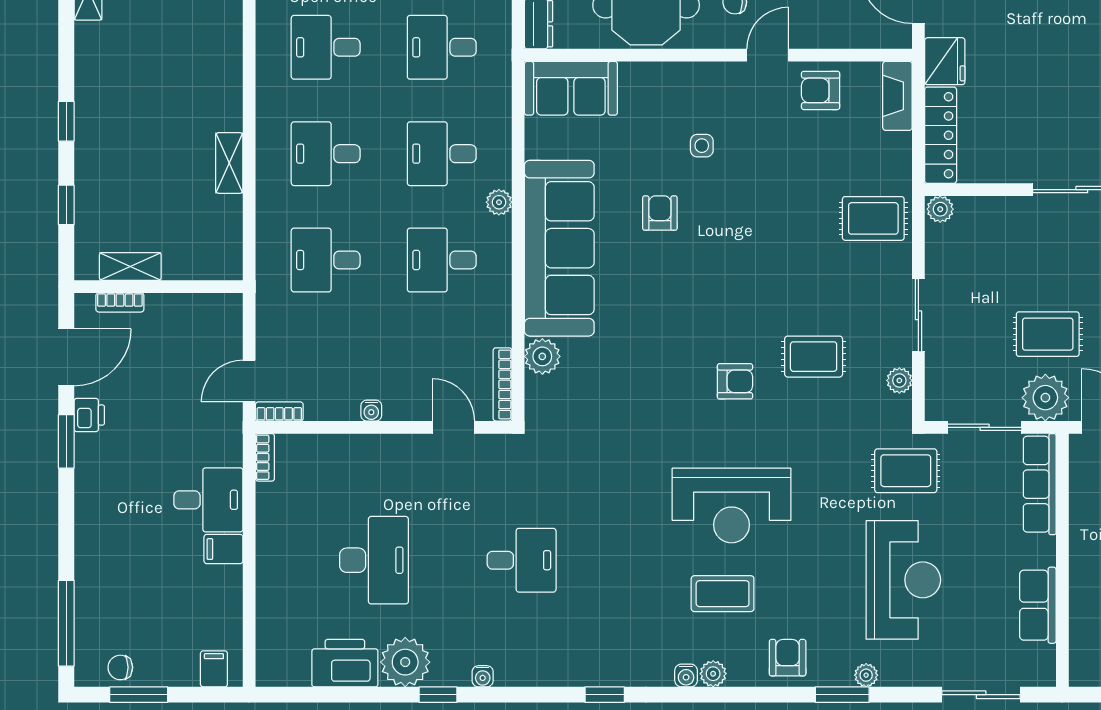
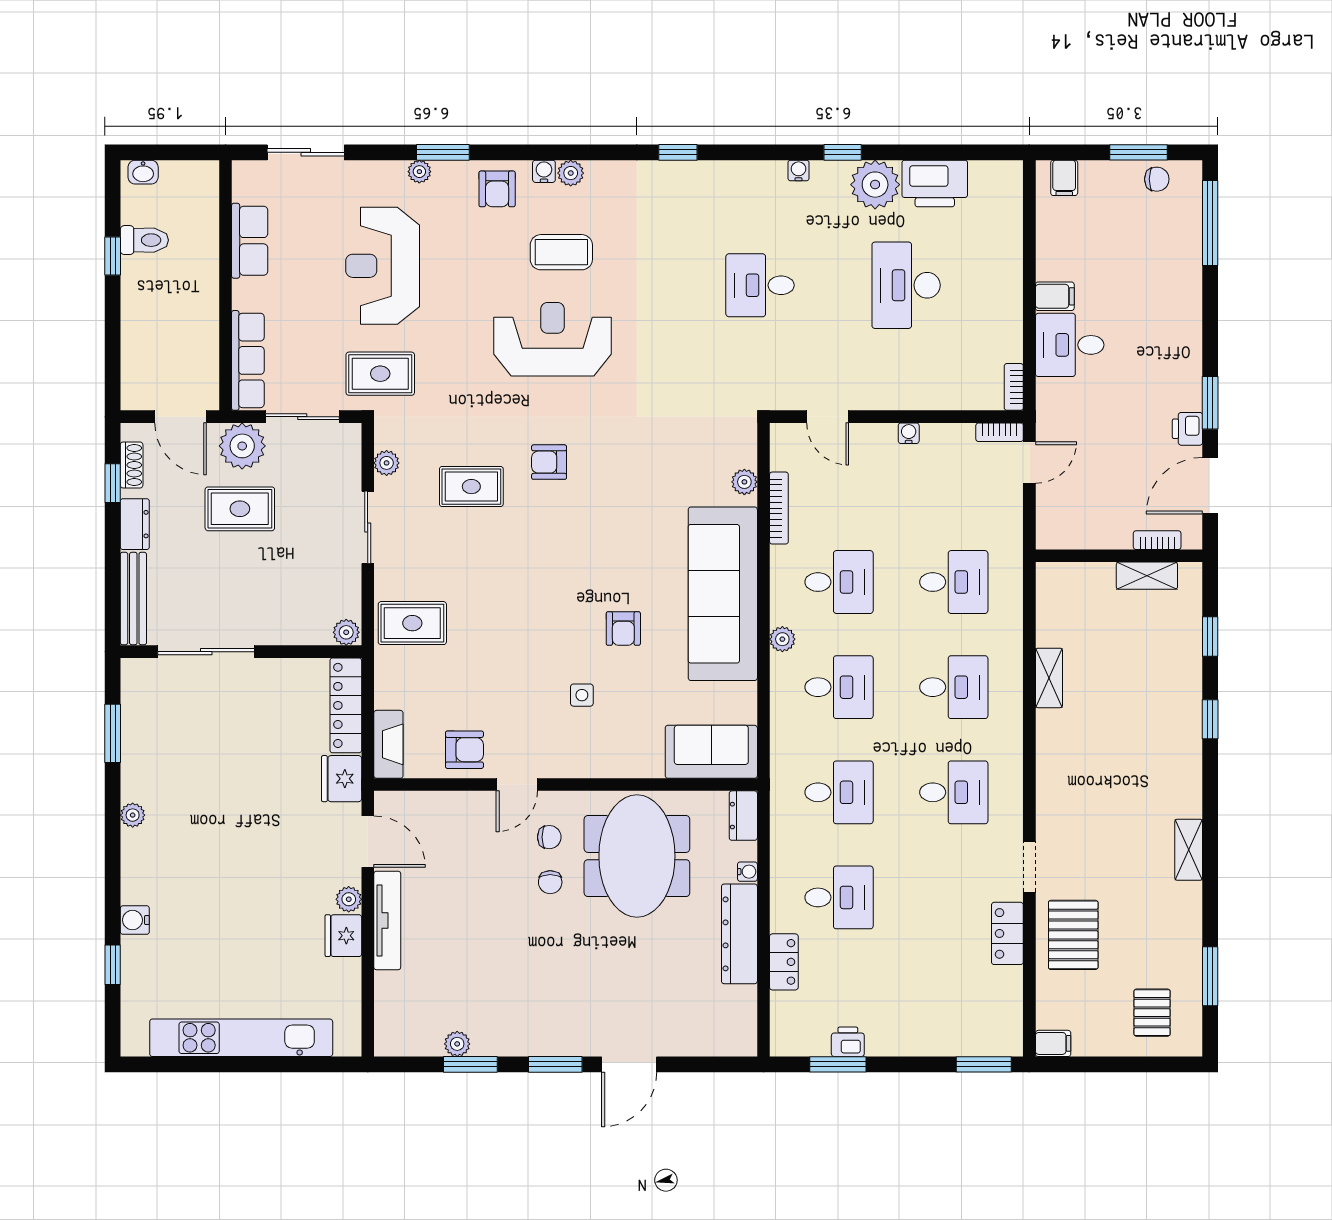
plant: (542, 356) -> (744, 482), width x0.73, depth x0.73
bookcase: (503, 384) -> (779, 508), moved
water cooler: (686, 675) -> (544, 171), moved

